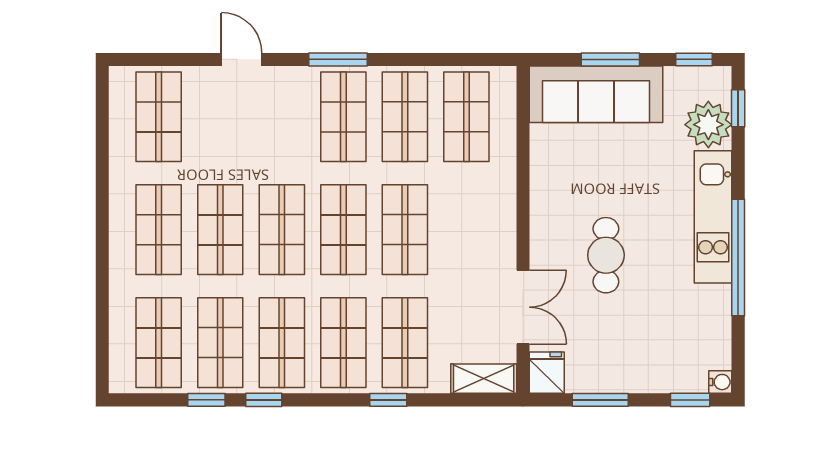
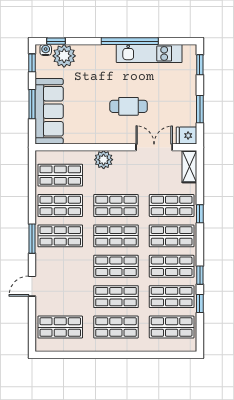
plant: (498, 205) -> (104, 160), added
kitchen unit: (713, 217) -> (149, 53), moved
water cooler: (720, 382) -> (46, 50), moved

